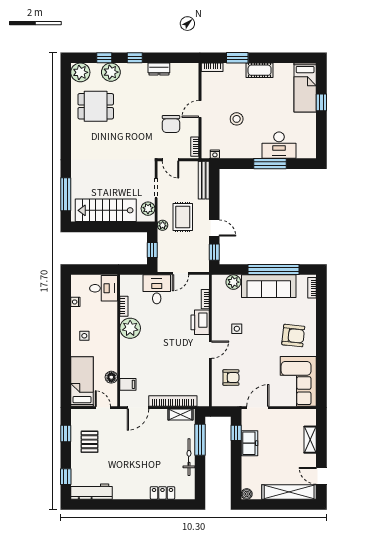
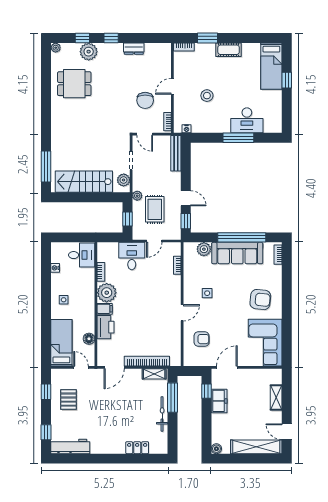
plant: (80, 72) -> (56, 48), width x0.53, depth x0.53
rug: (183, 217) -> (155, 209), moved
printer: (200, 322) -> (106, 327), moved, turned 180
filing cabinet: (128, 384) -> (105, 309), moved

